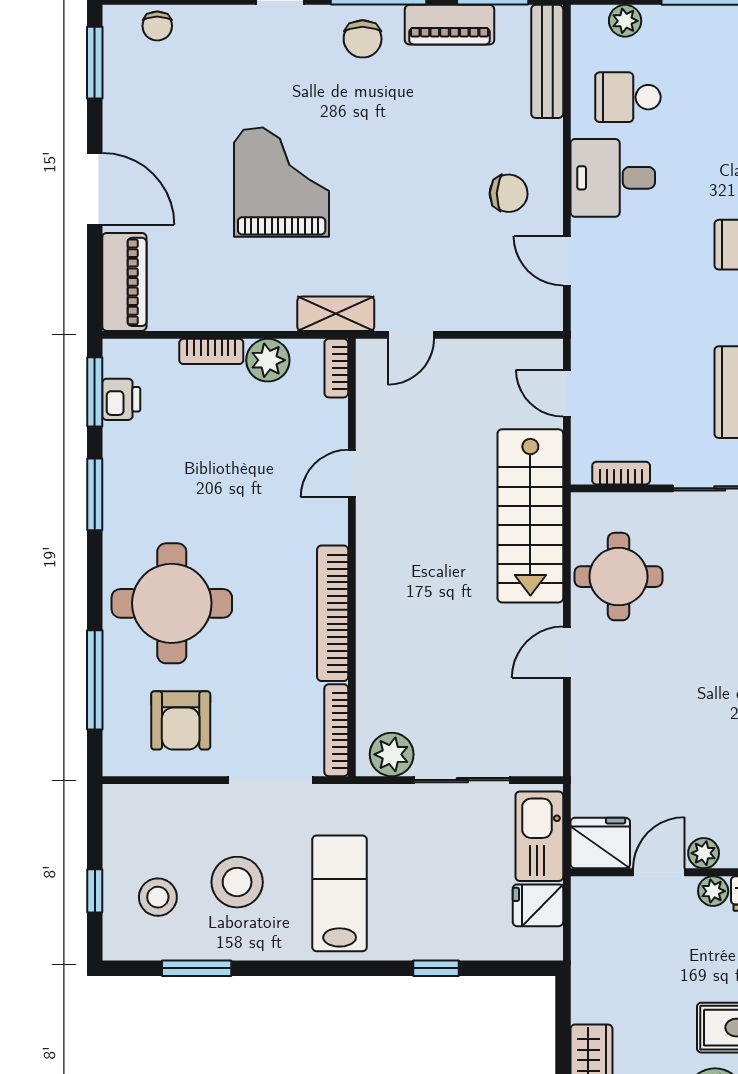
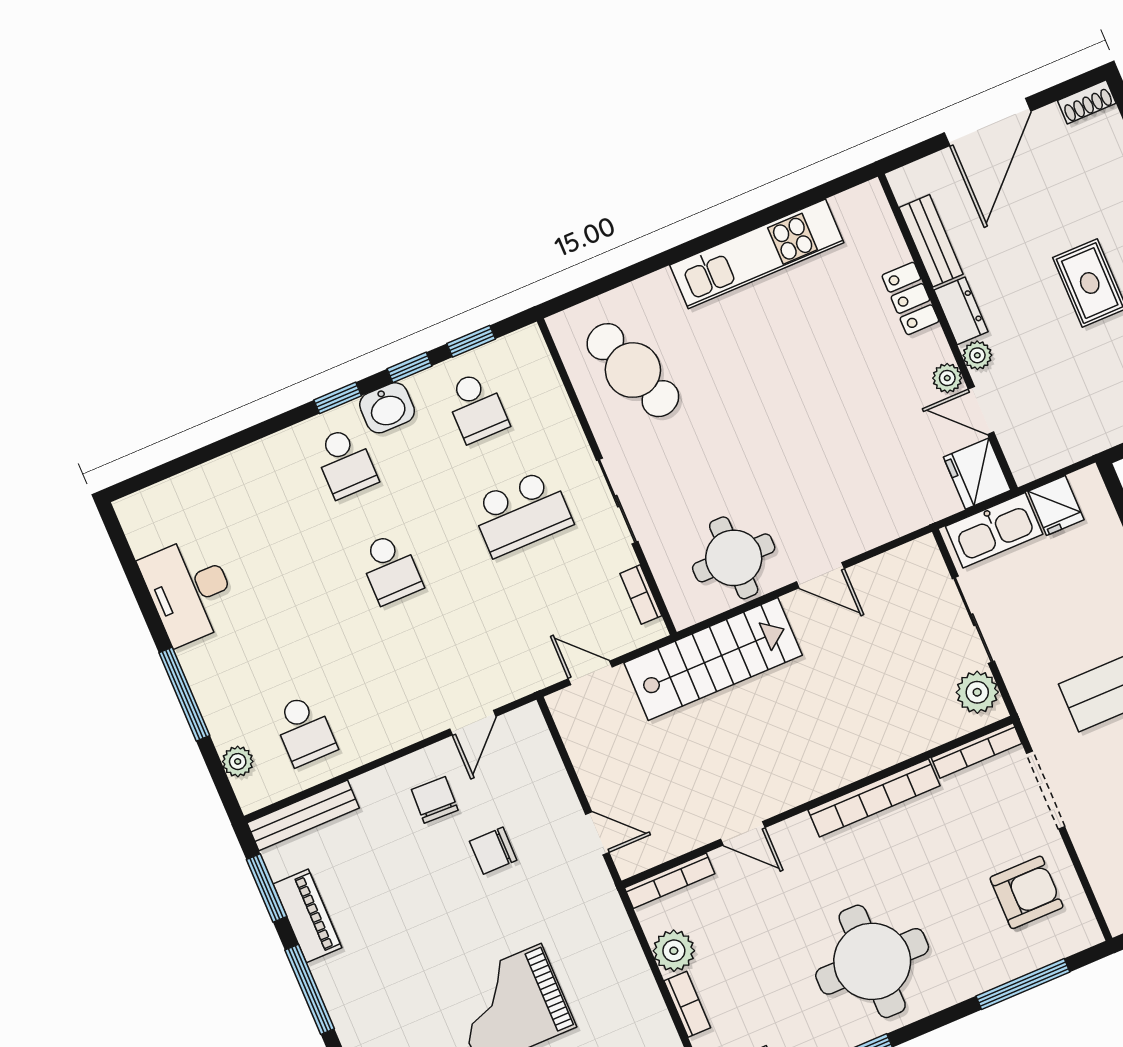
chair: (363, 39) -> (493, 851), moved, turned 180
desk: (613, 178) -> (382, 713), removed
shelving: (336, 314) -> (607, 908), removed
bookcase: (336, 368) -> (670, 881), width x1.56
door: (567, 393) -> (590, 673), swing flipped
round table: (172, 603) -> (872, 961), moved

